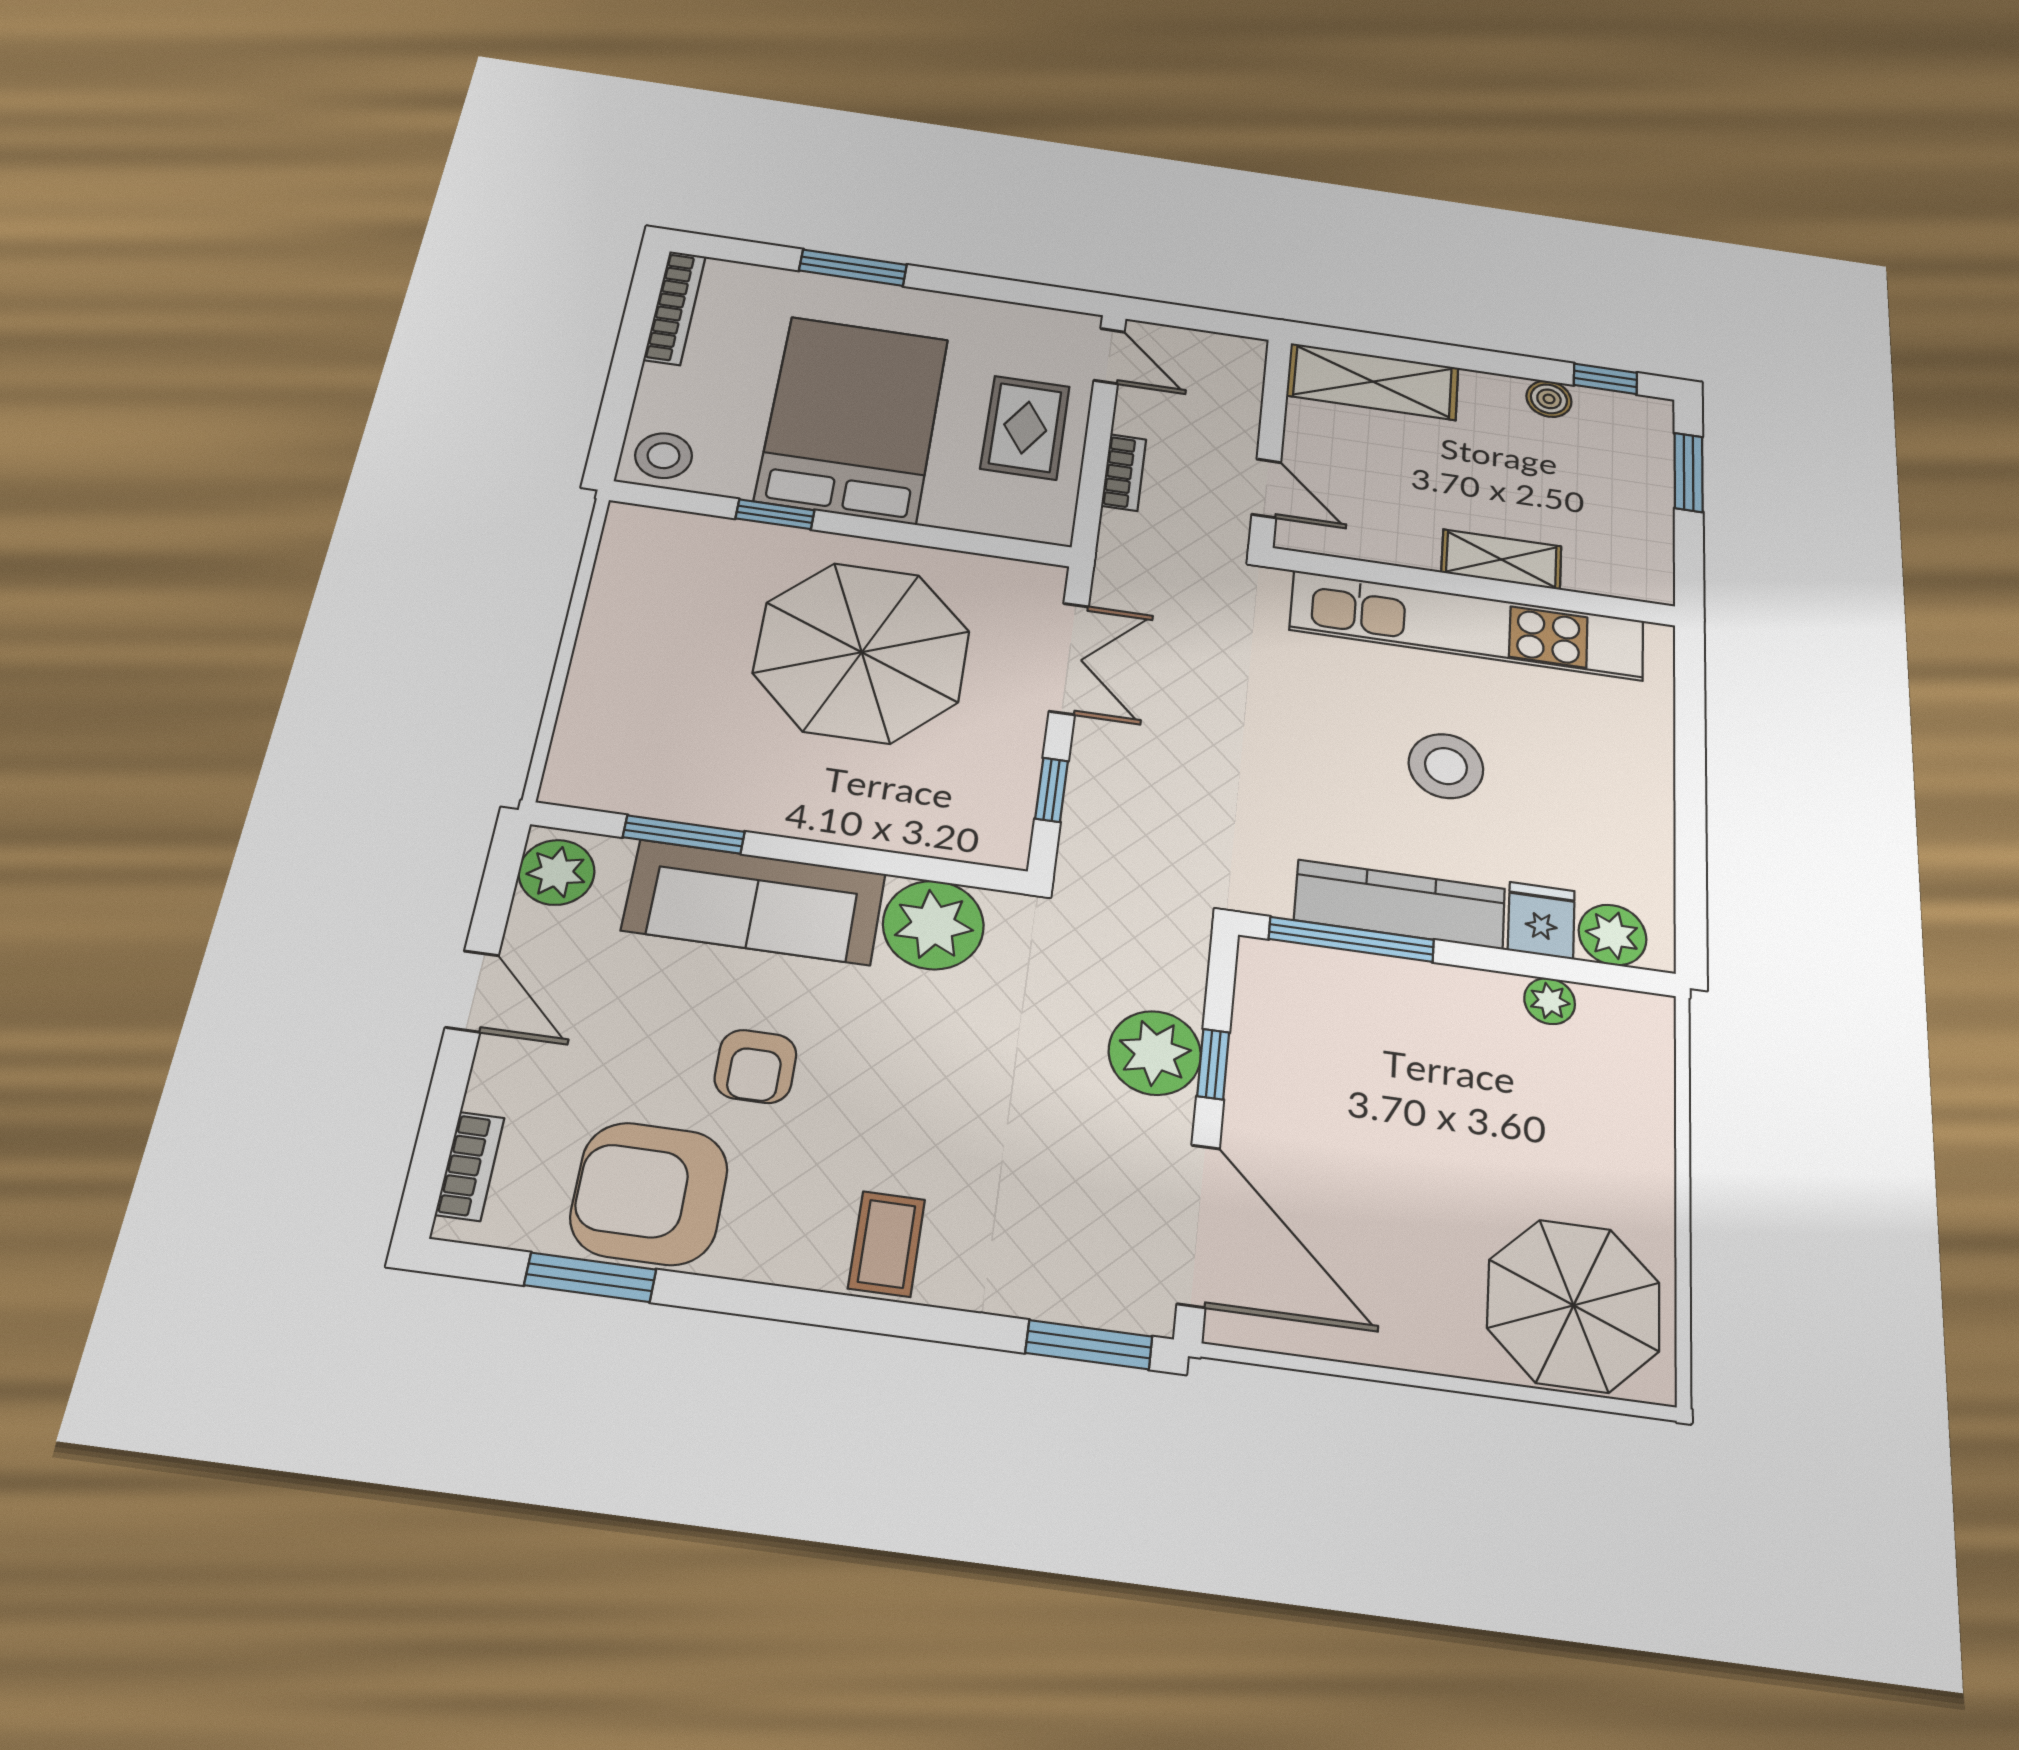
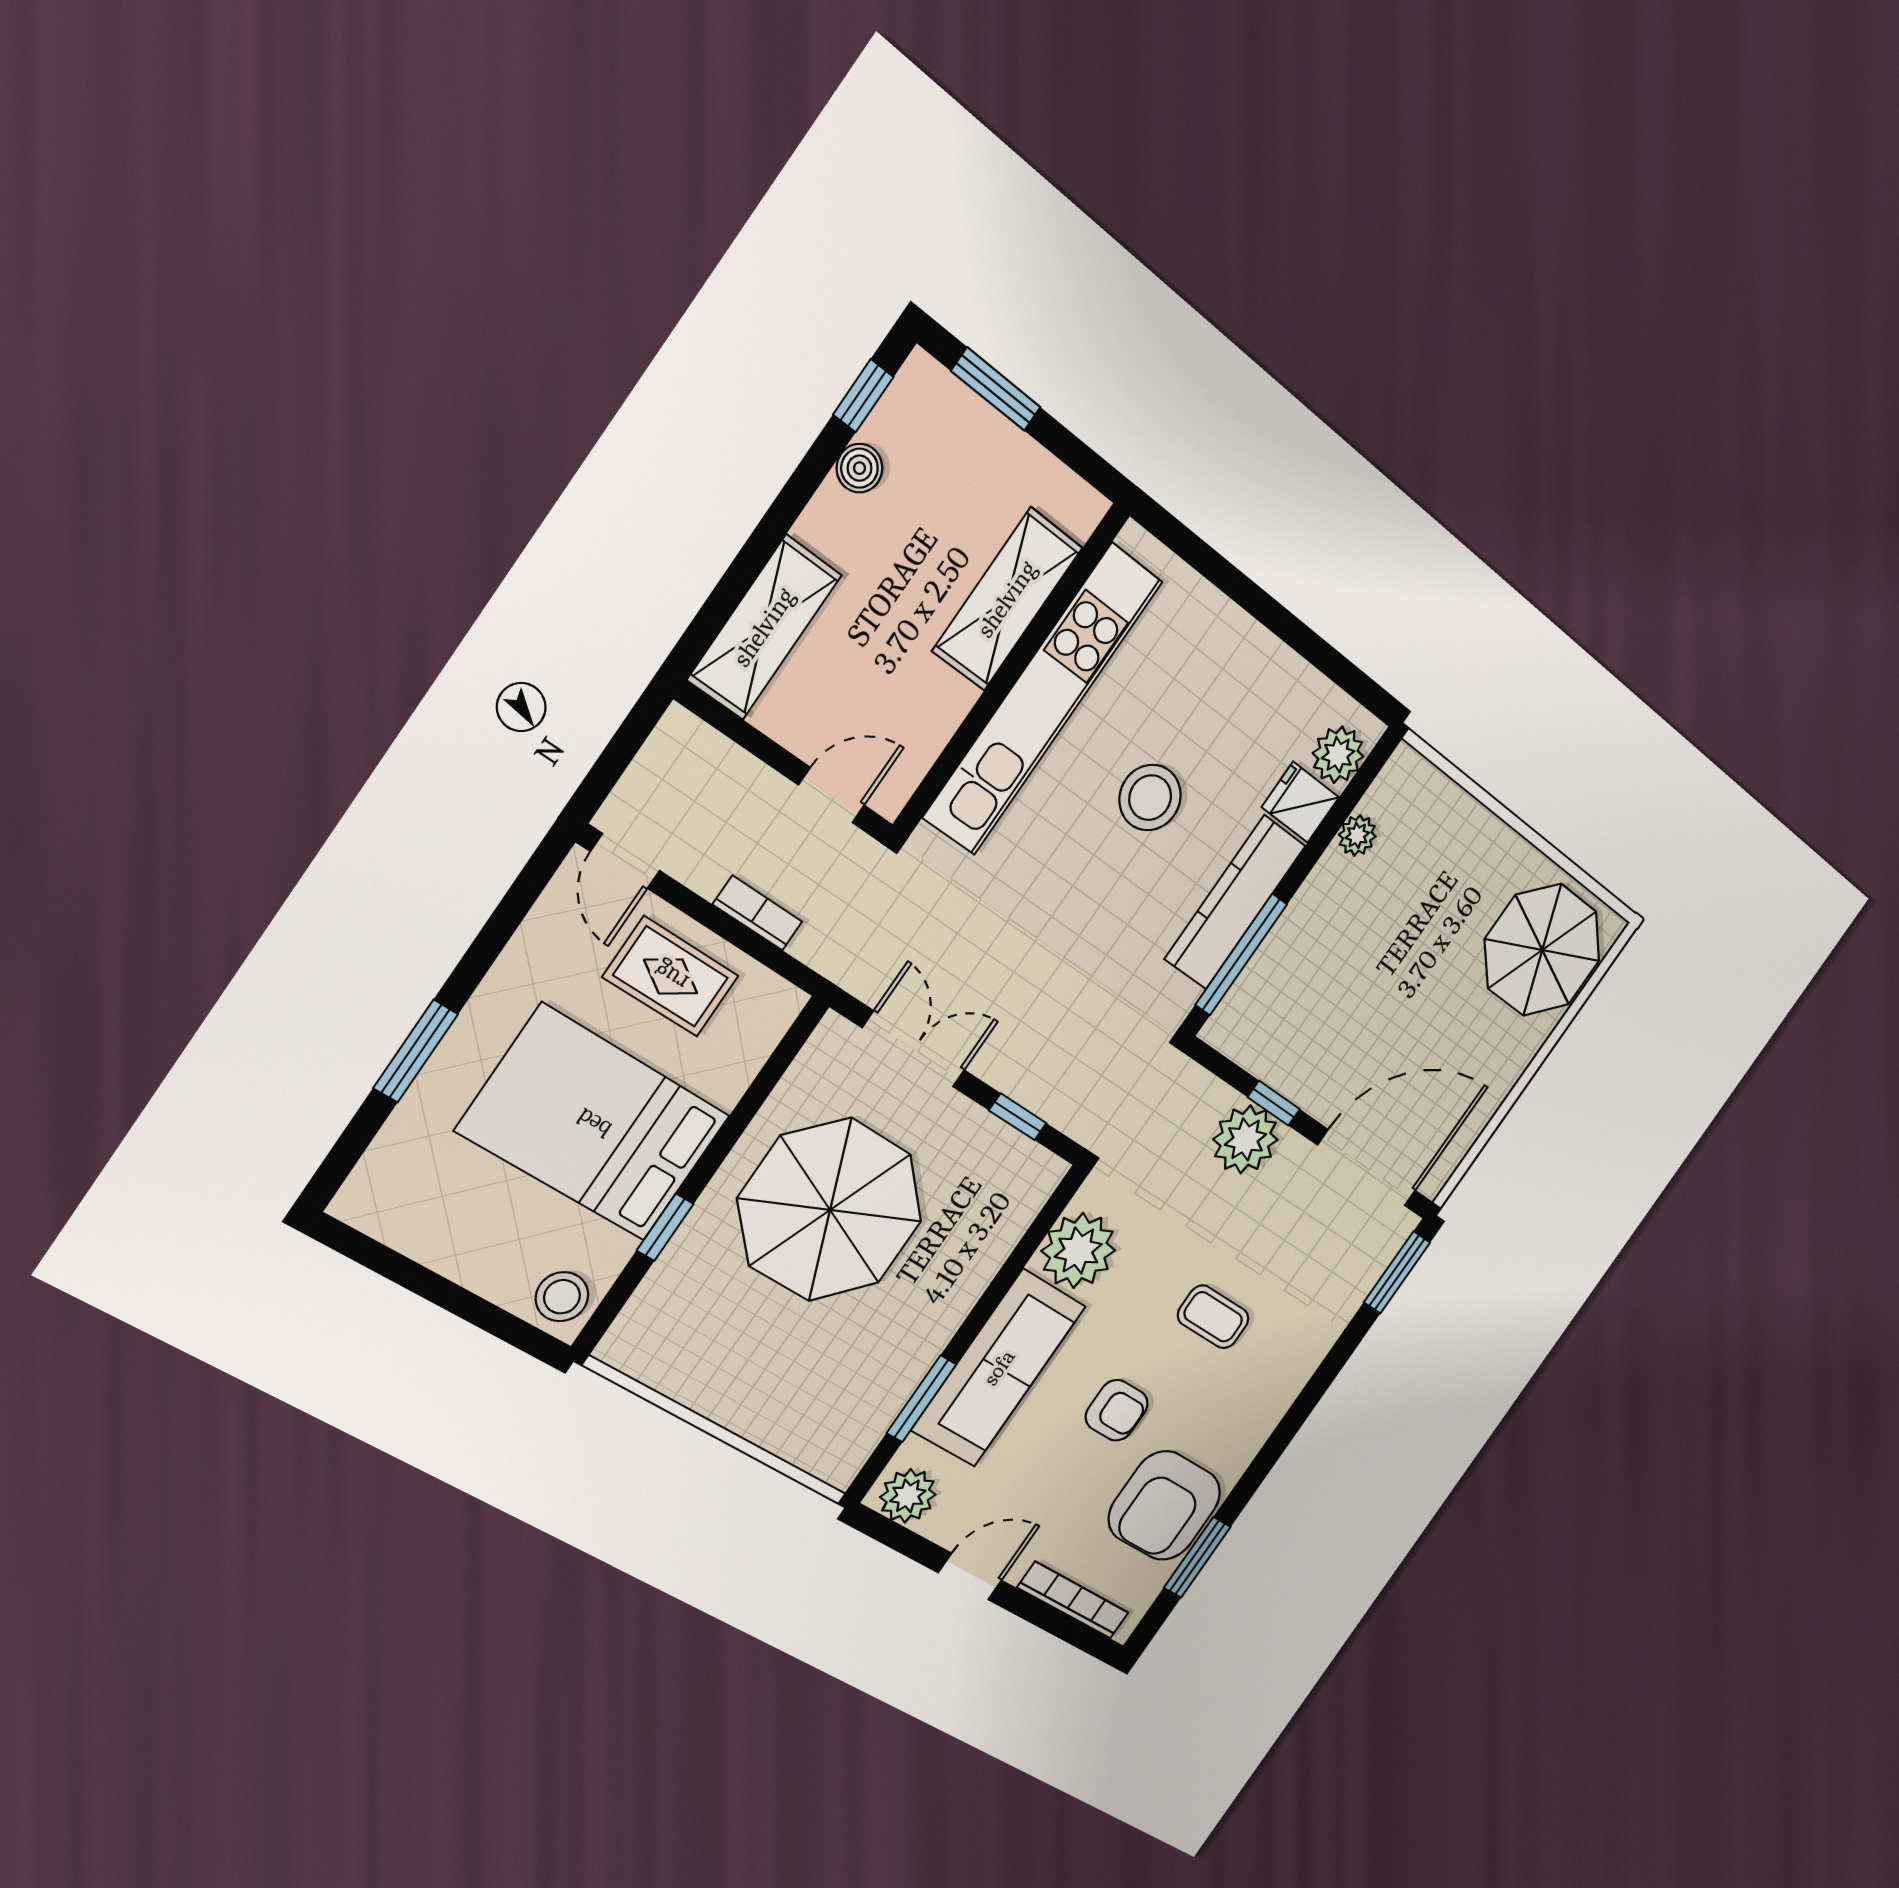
bookcase: (675, 308) -> (396, 1231), removed
door: (1109, 356) -> (625, 861), swing flipped
shelving: (1501, 559) -> (1007, 599), width x1.50, depth x1.33
bookcase: (470, 1166) -> (1073, 1600), width x1.56
coffee table: (887, 1244) -> (1213, 1317), moved

